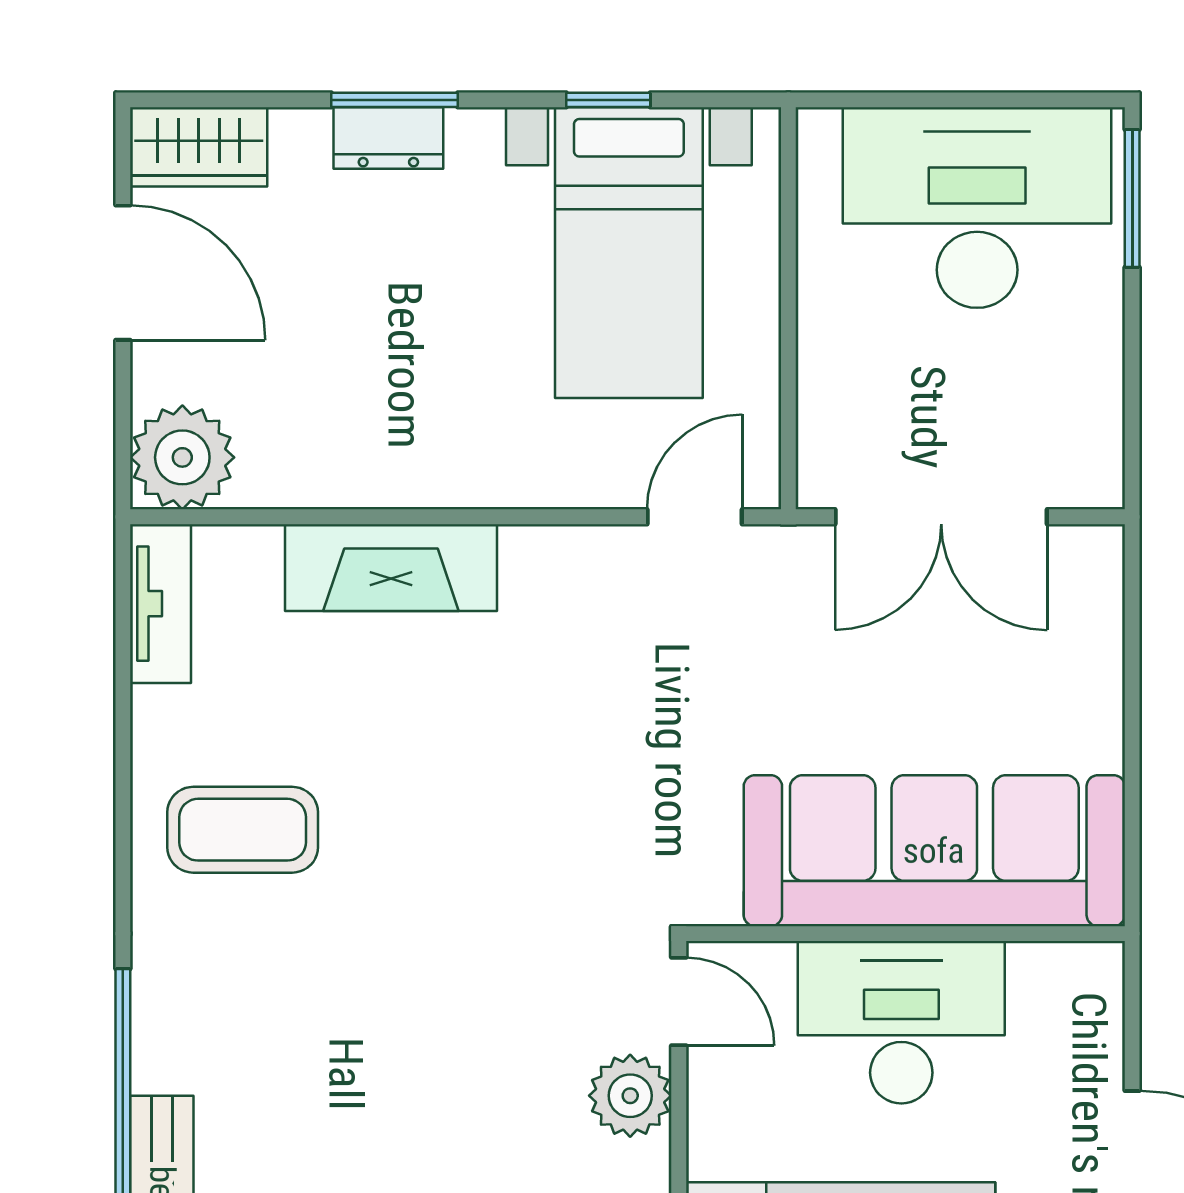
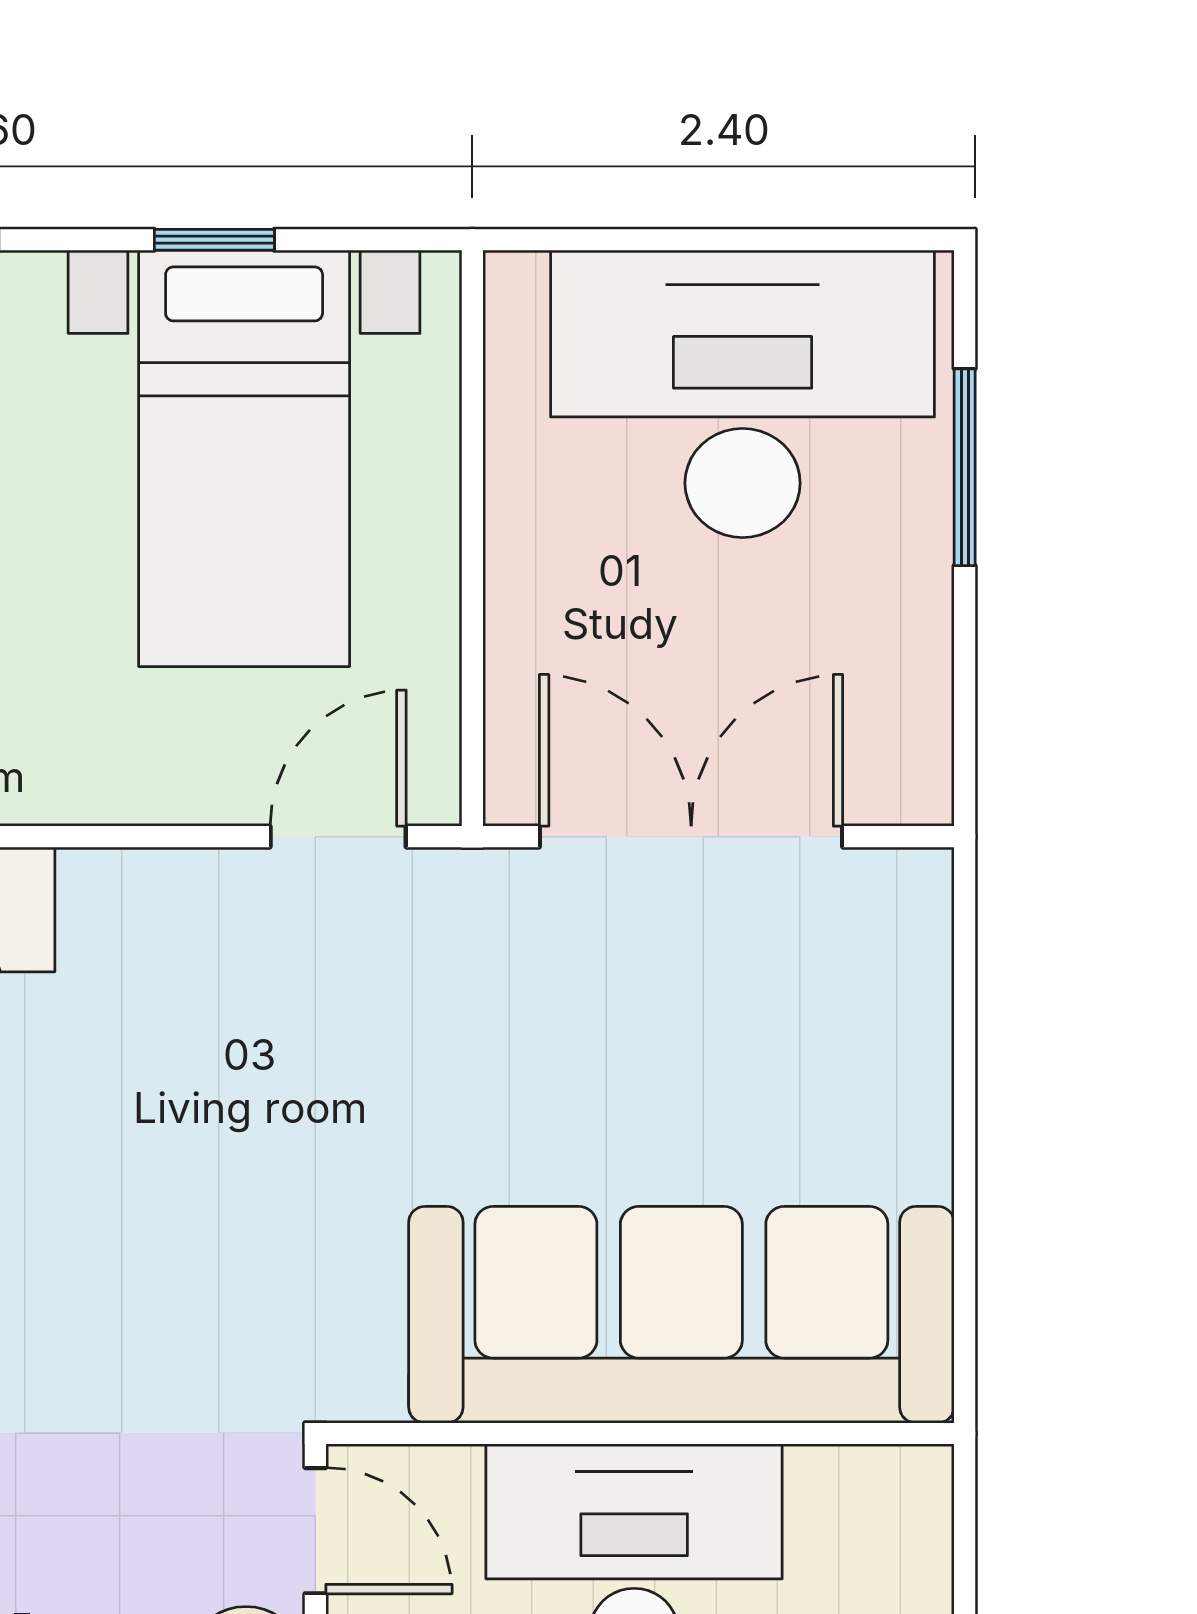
window: (1132, 198) -> (965, 467), moved
double door: (941, 517) -> (691, 837), swing flipped

